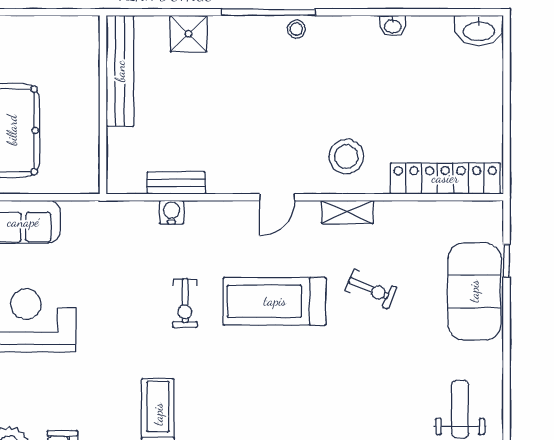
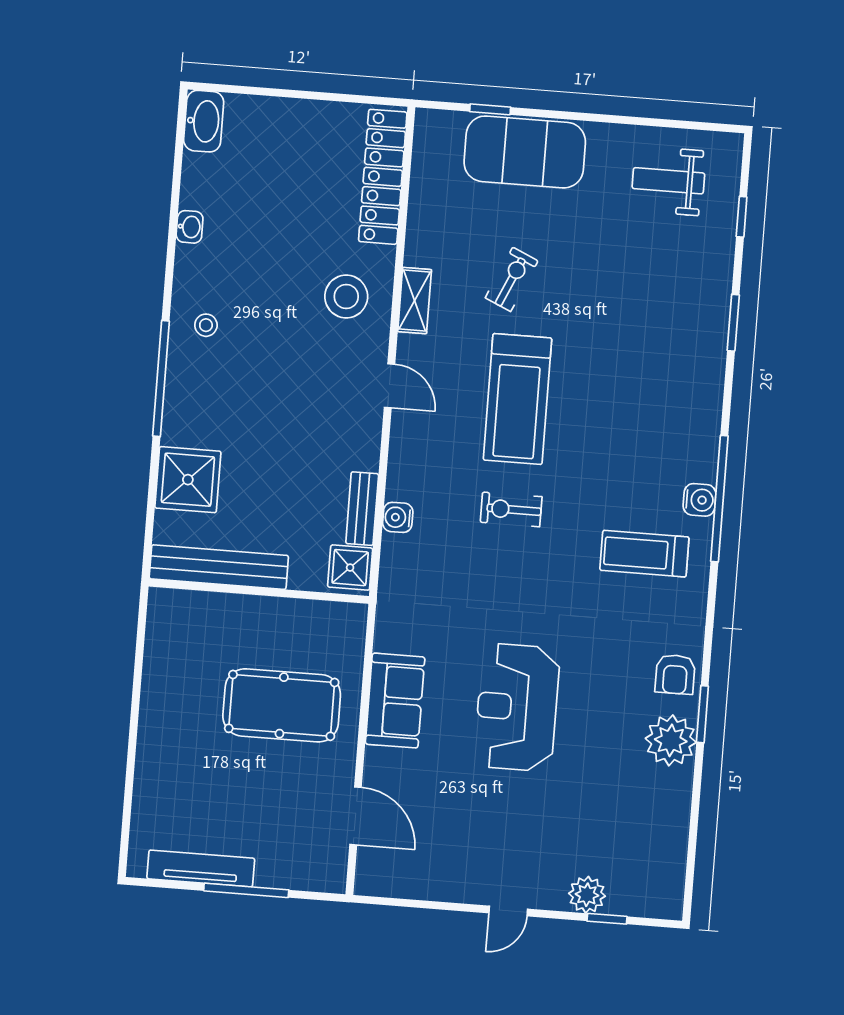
stool: (296, 29) -> (206, 325), moved
shower: (189, 34) -> (188, 480), width x1.36, depth x1.36
shower: (128, 177) -> (350, 568), added
exercise bike: (185, 303) -> (511, 509), turned 180

